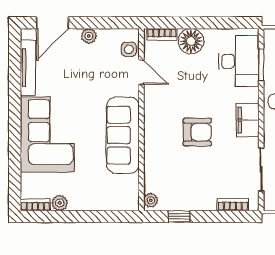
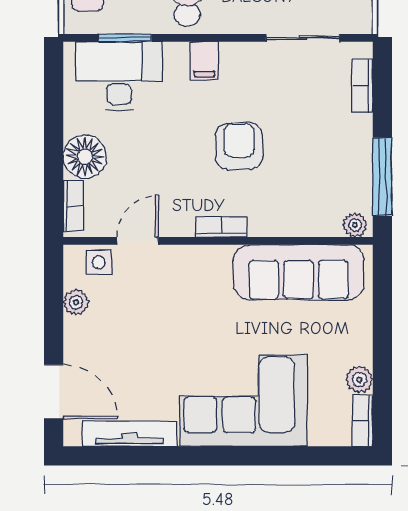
plant: (89, 36) -> (76, 302), moved
filing cabinet: (248, 120) -> (204, 61), width x0.50
bookcase: (150, 122) -> (221, 227), added
sofa: (123, 135) -> (299, 272), moved
window: (179, 216) -> (382, 177), width x2.17

